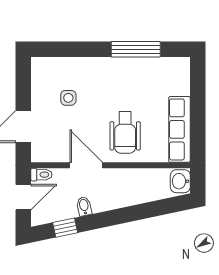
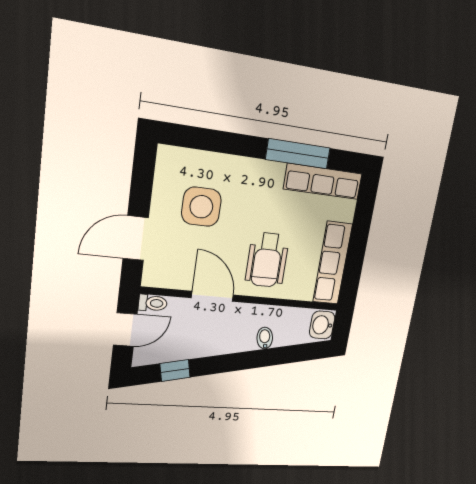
row of seats: (159, 67) -> (323, 181), added
side table: (68, 98) -> (201, 207), width x1.87, depth x1.87
bidet: (84, 206) -> (265, 338), moved

